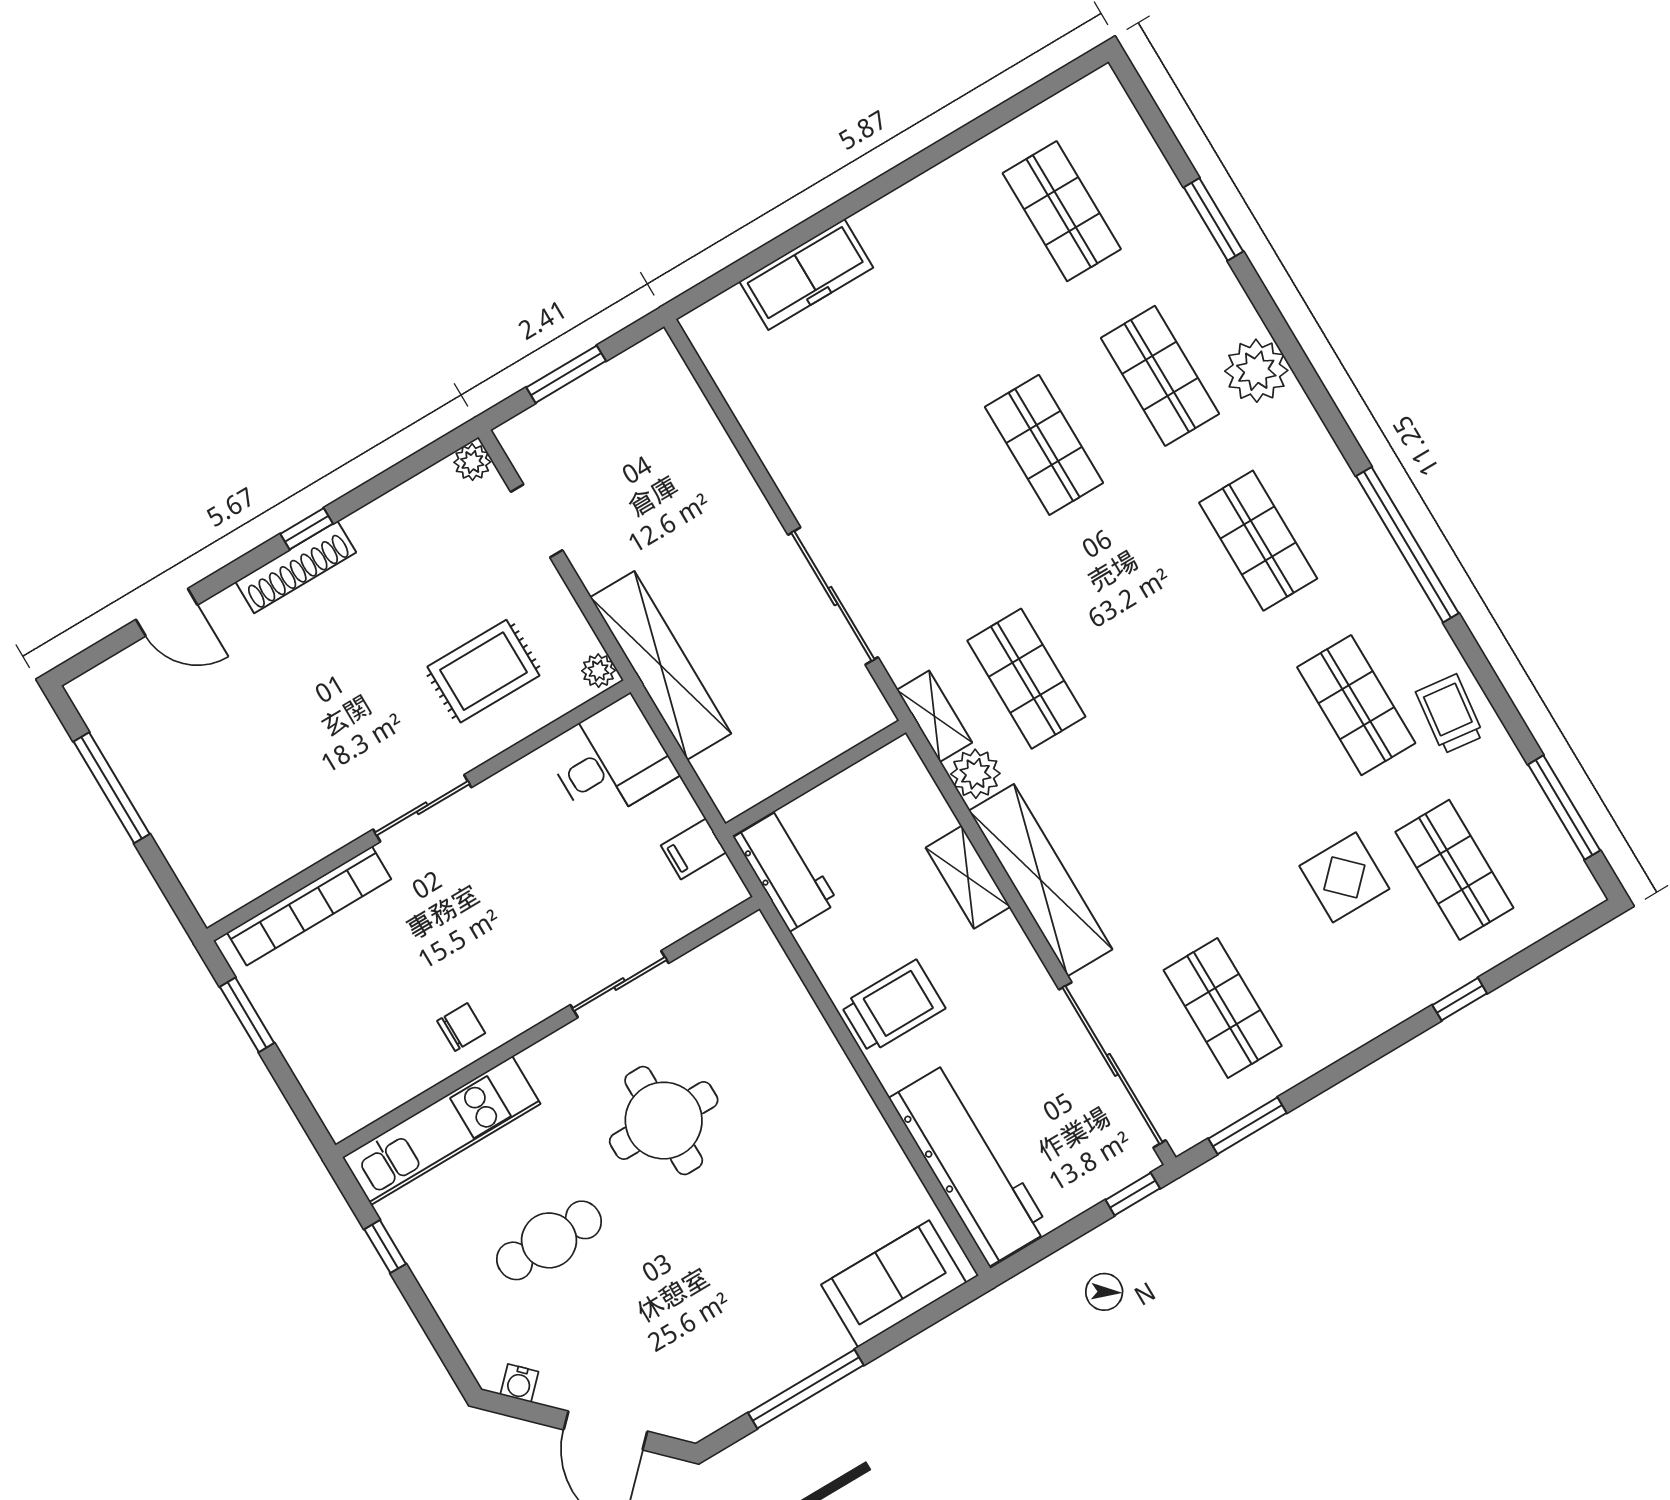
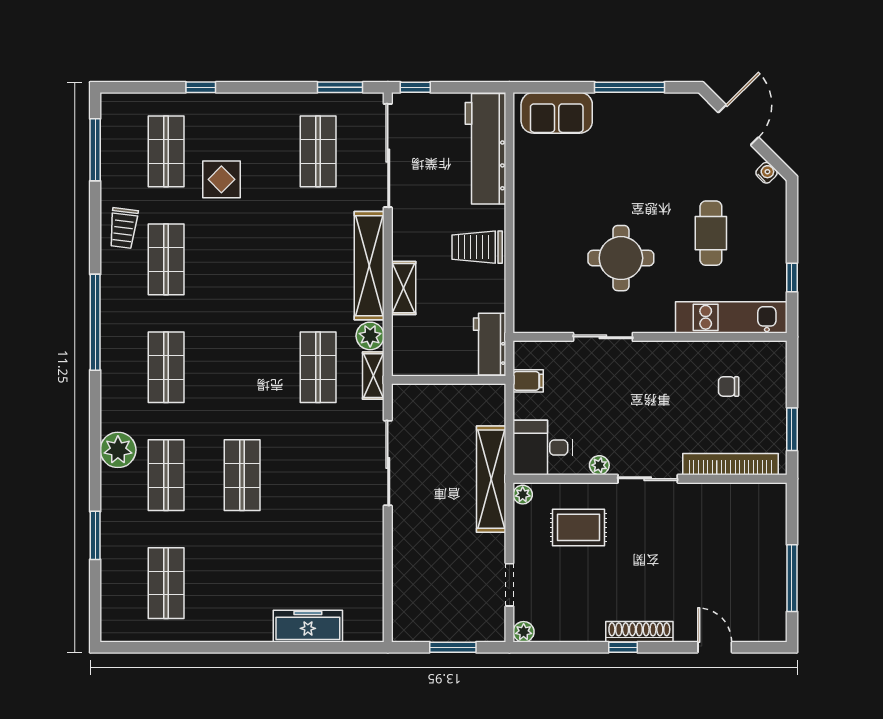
plant: (508, 785) -> (599, 465), added
chair: (461, 1027) -> (729, 387), moved
cafe table: (549, 1240) -> (711, 233), turned 90

